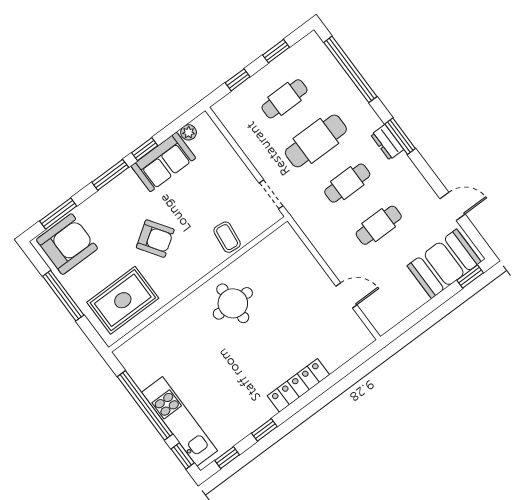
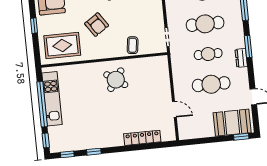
dresser: (387, 142) -> (241, 58), moved
cafe table: (379, 225) -> (211, 84), width x1.37, depth x1.35
window: (63, 296) -> (34, 26), width x0.46
round table: (233, 303) -> (116, 80), turned 35
locker: (298, 385) -> (142, 138), moved
kitchen unit: (180, 421) -> (52, 99), moved

